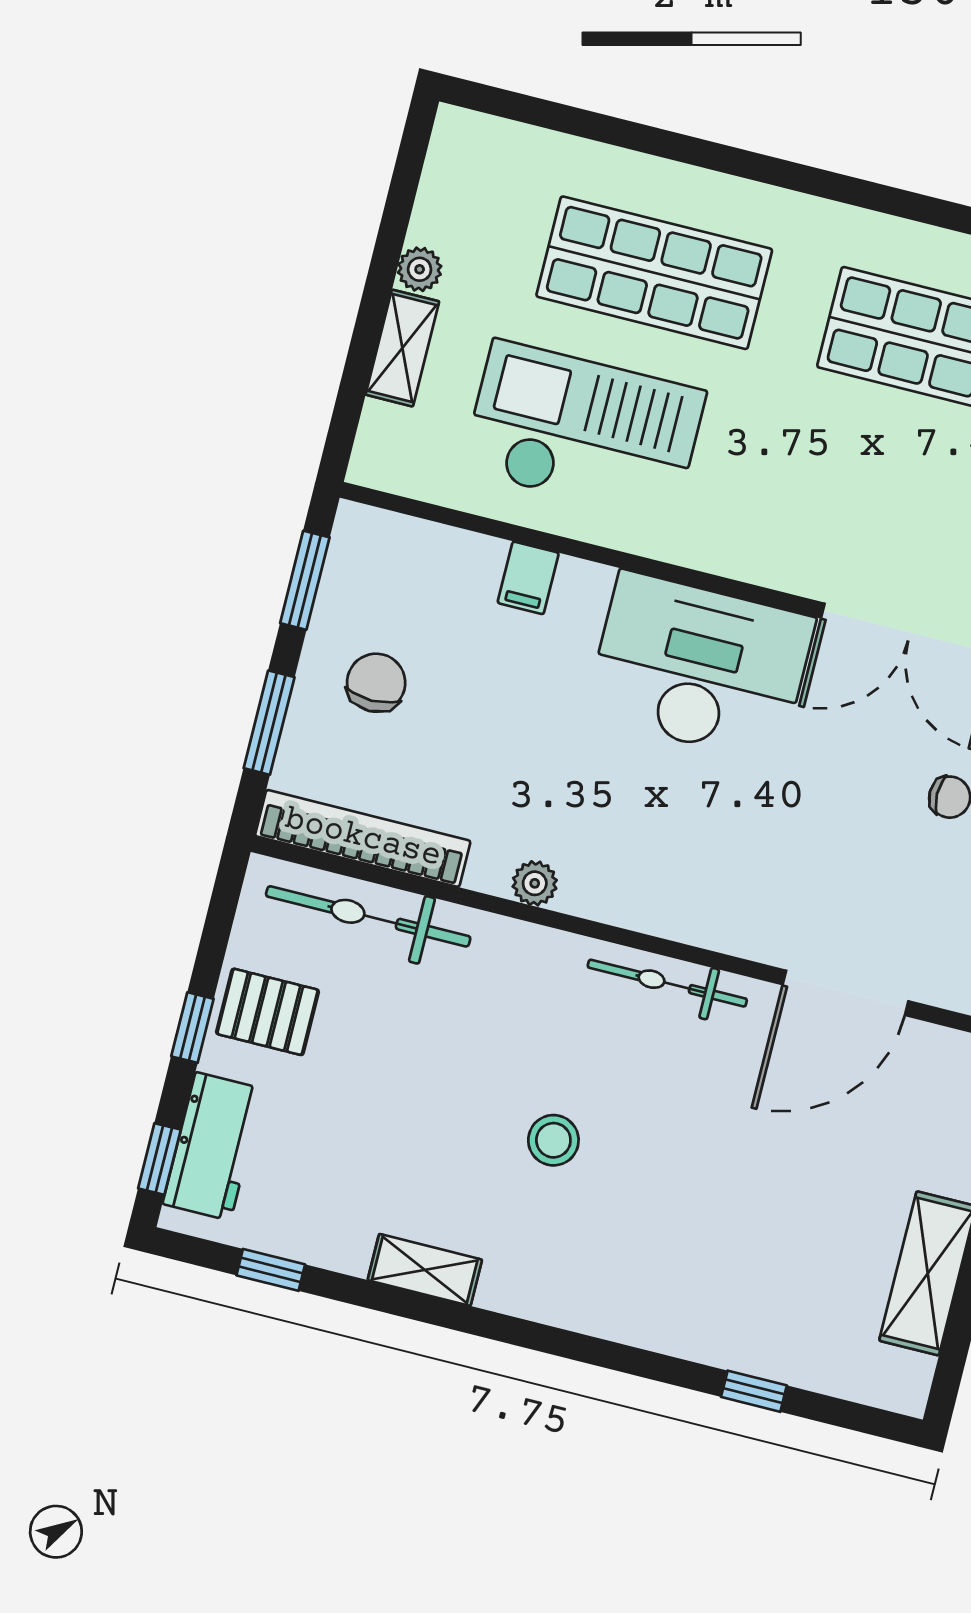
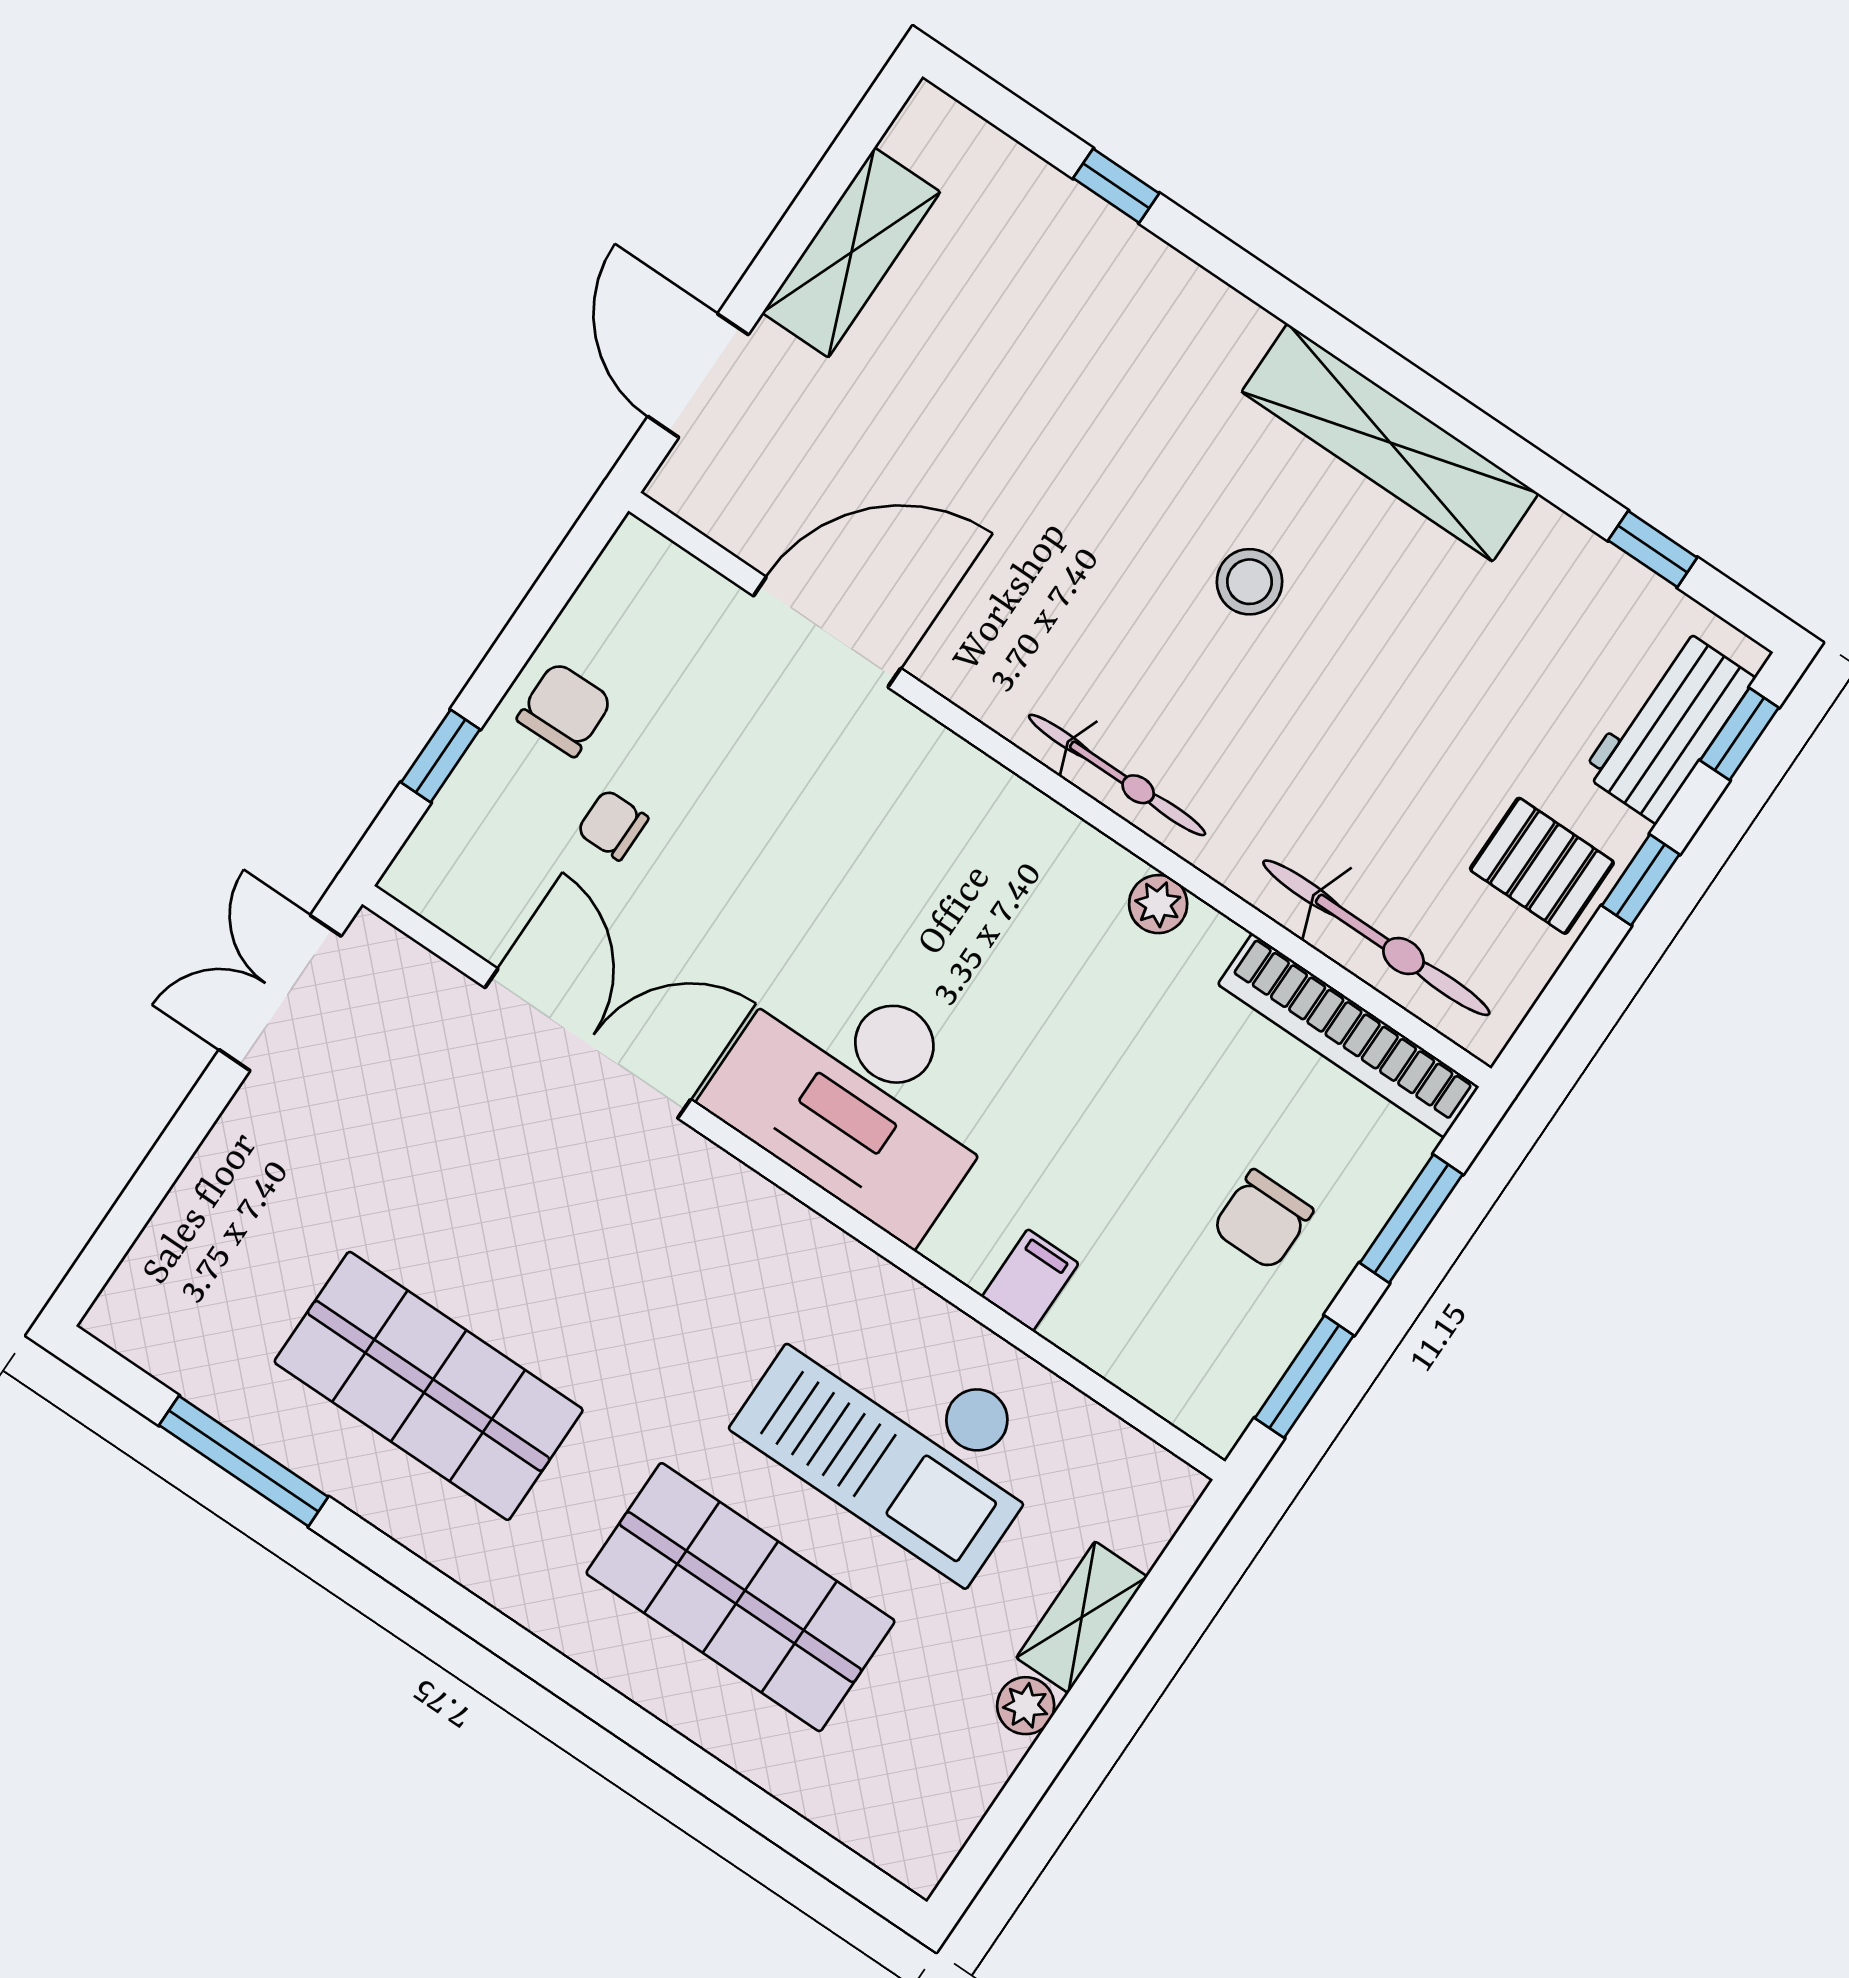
bicycle: (667, 983) -> (1117, 775), moved
shelving: (425, 1270) -> (1390, 443), width x2.20, depth x1.33

